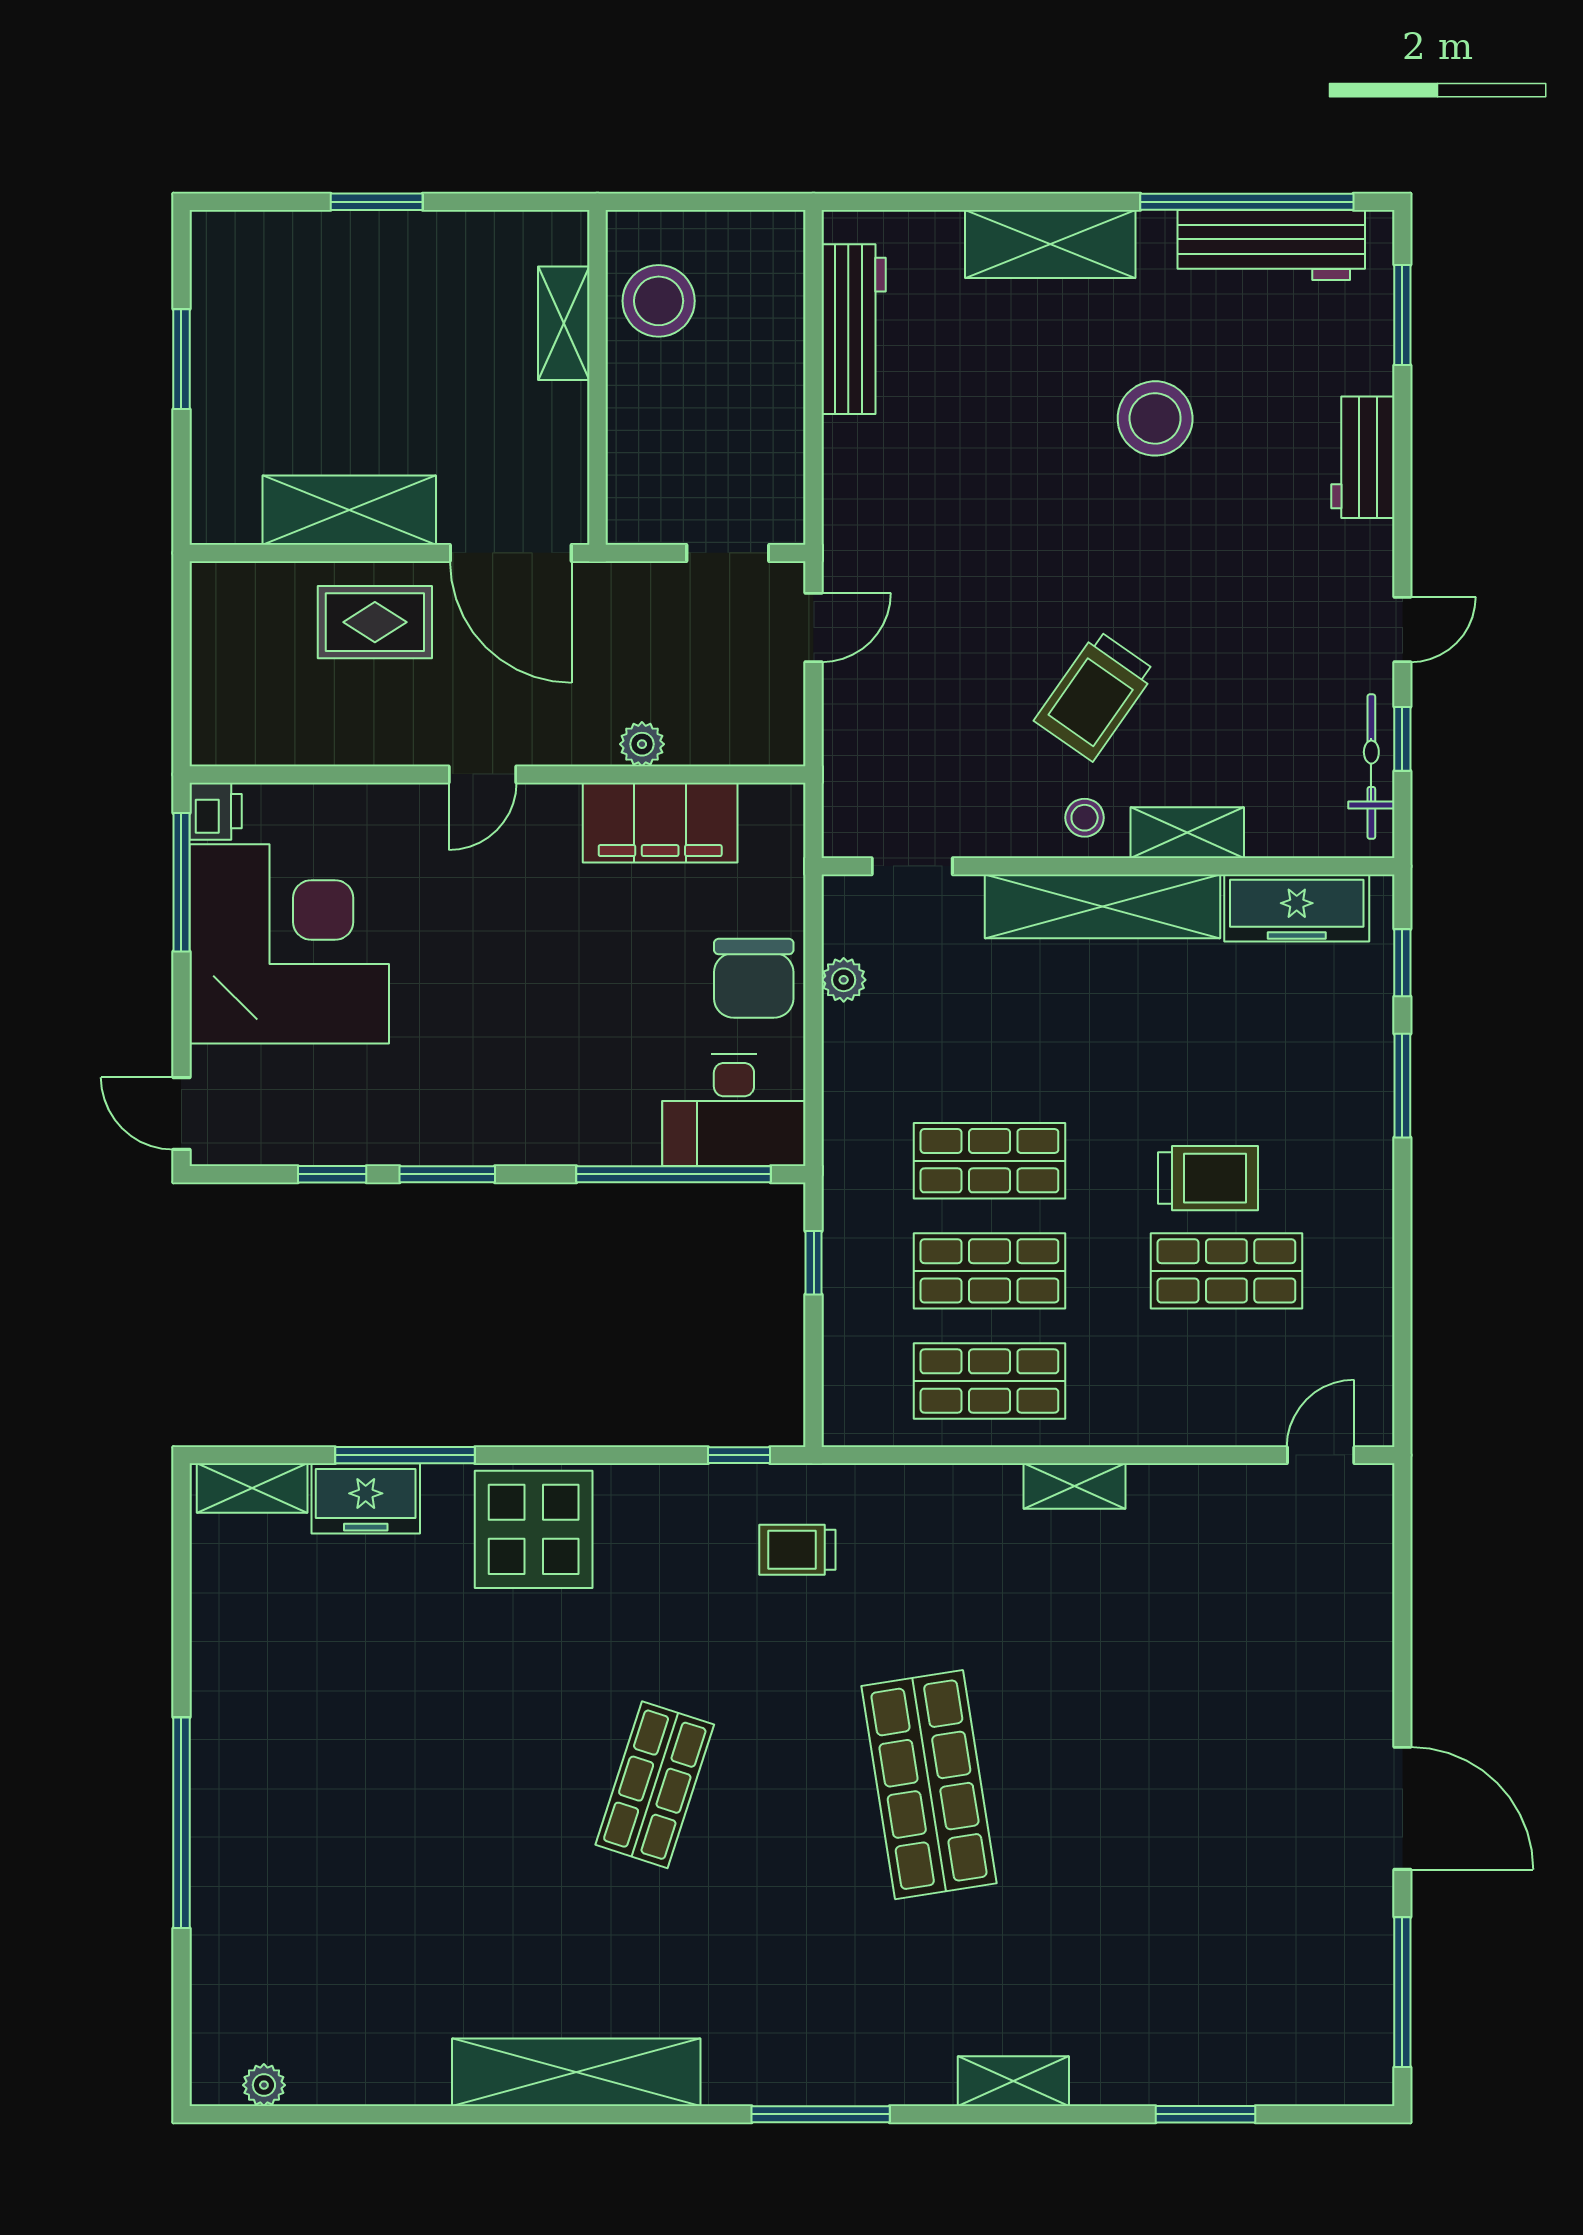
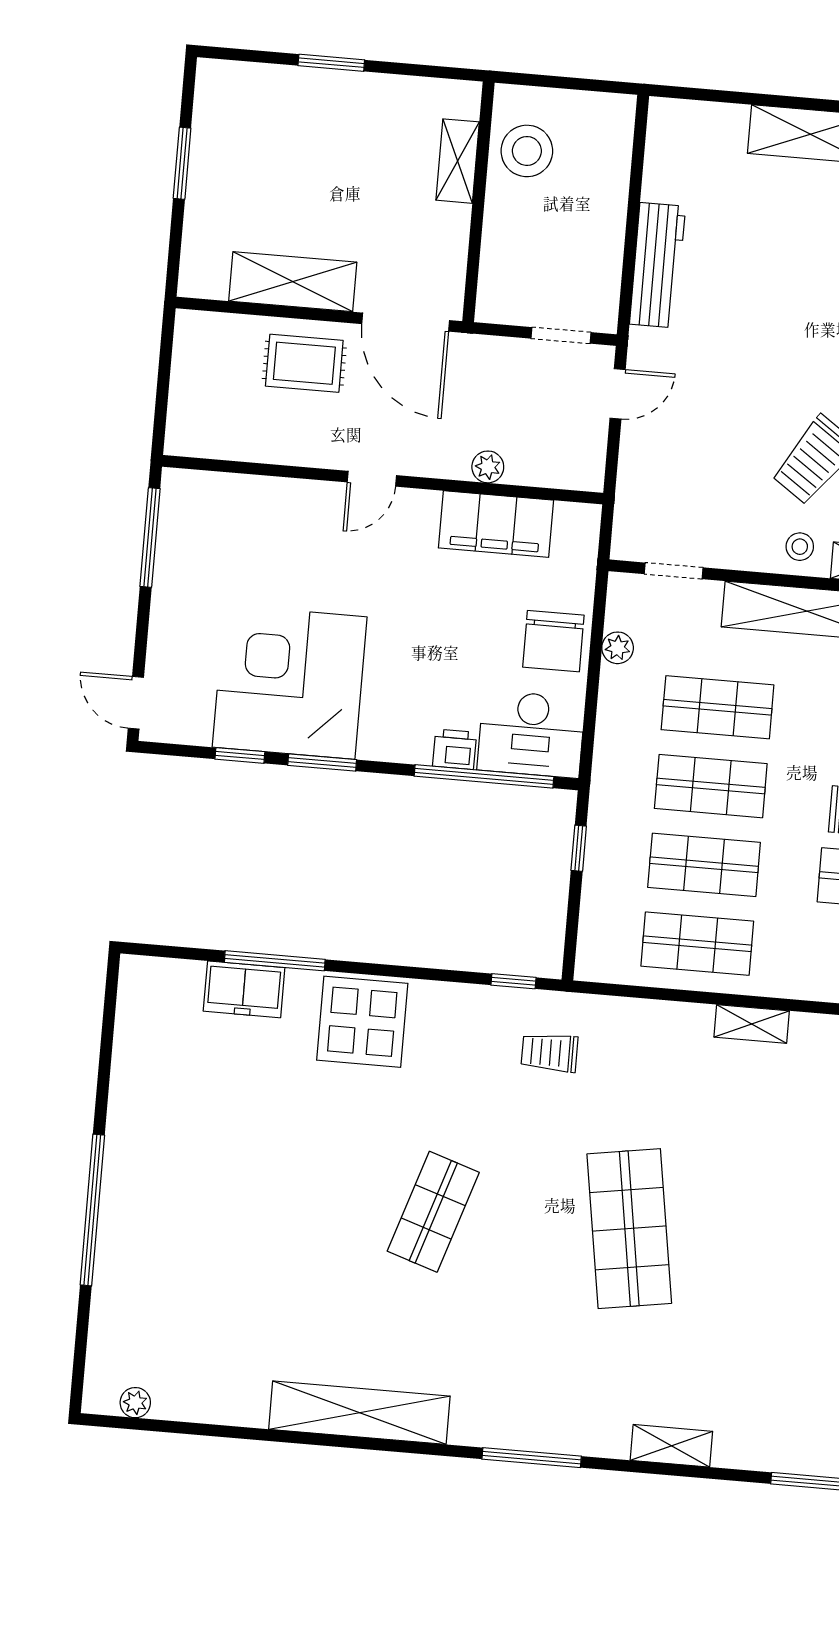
workbench: (854, 329) -> (658, 265), moved
printer: (216, 811) -> (455, 749), moved, turned -90
corner desk: (289, 944) -> (290, 682), moved, turned -90
shop shelf: (989, 1051) -> (718, 707), added
shelving: (252, 1488) -> (163, 975), removed

